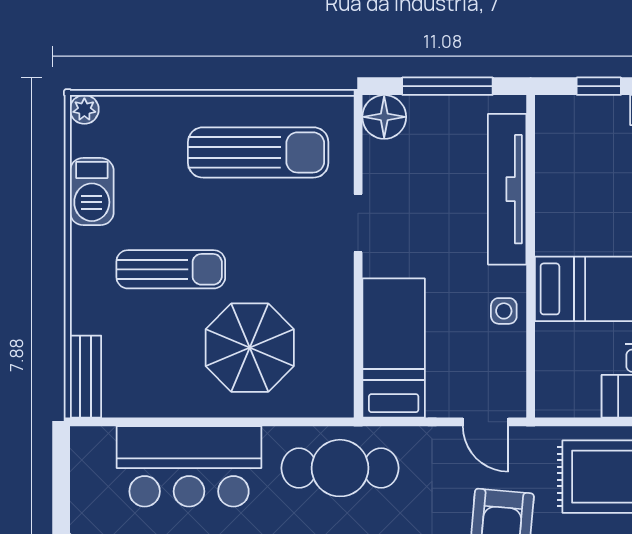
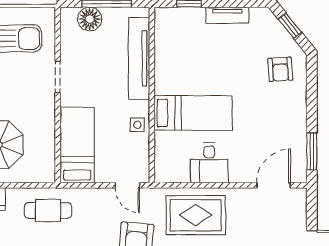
floor lamp: (384, 117) -> (90, 19), moved
cafe table: (340, 468) -> (48, 210), width x0.73, depth x0.74

